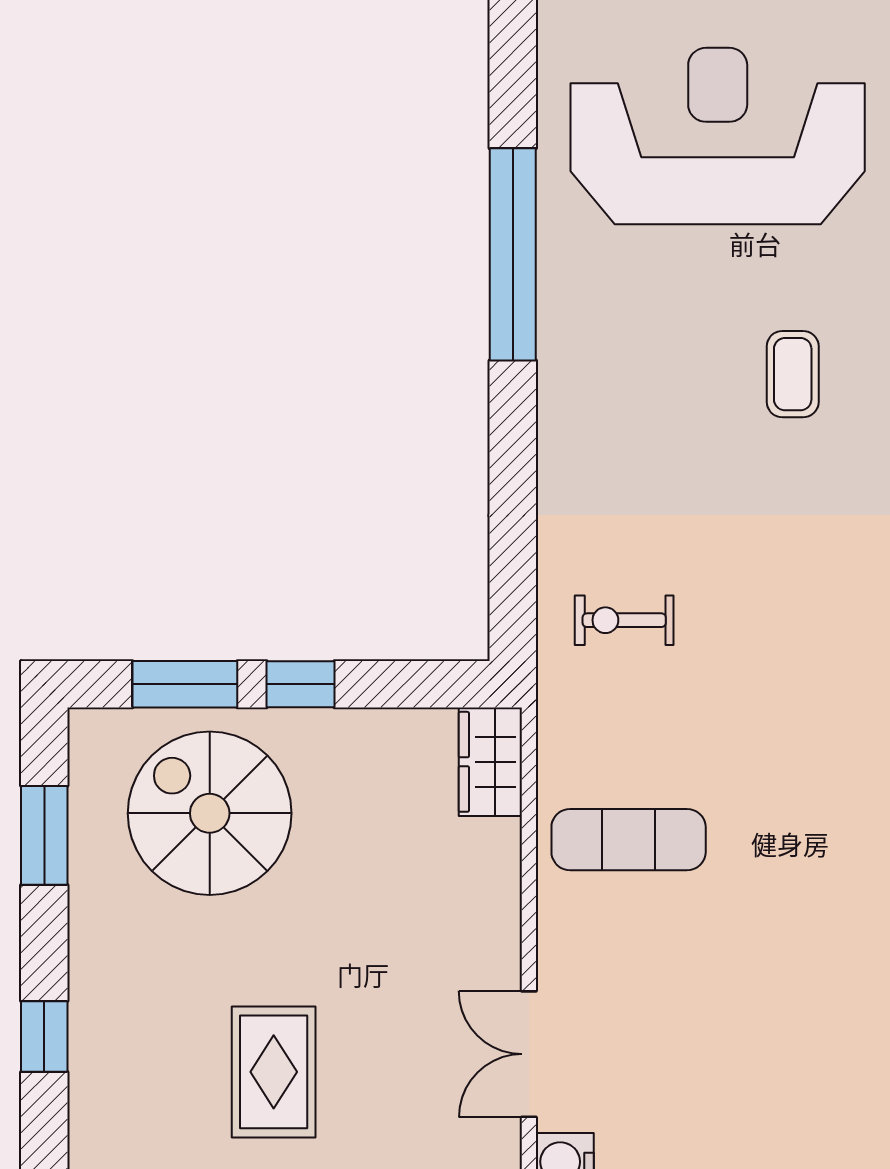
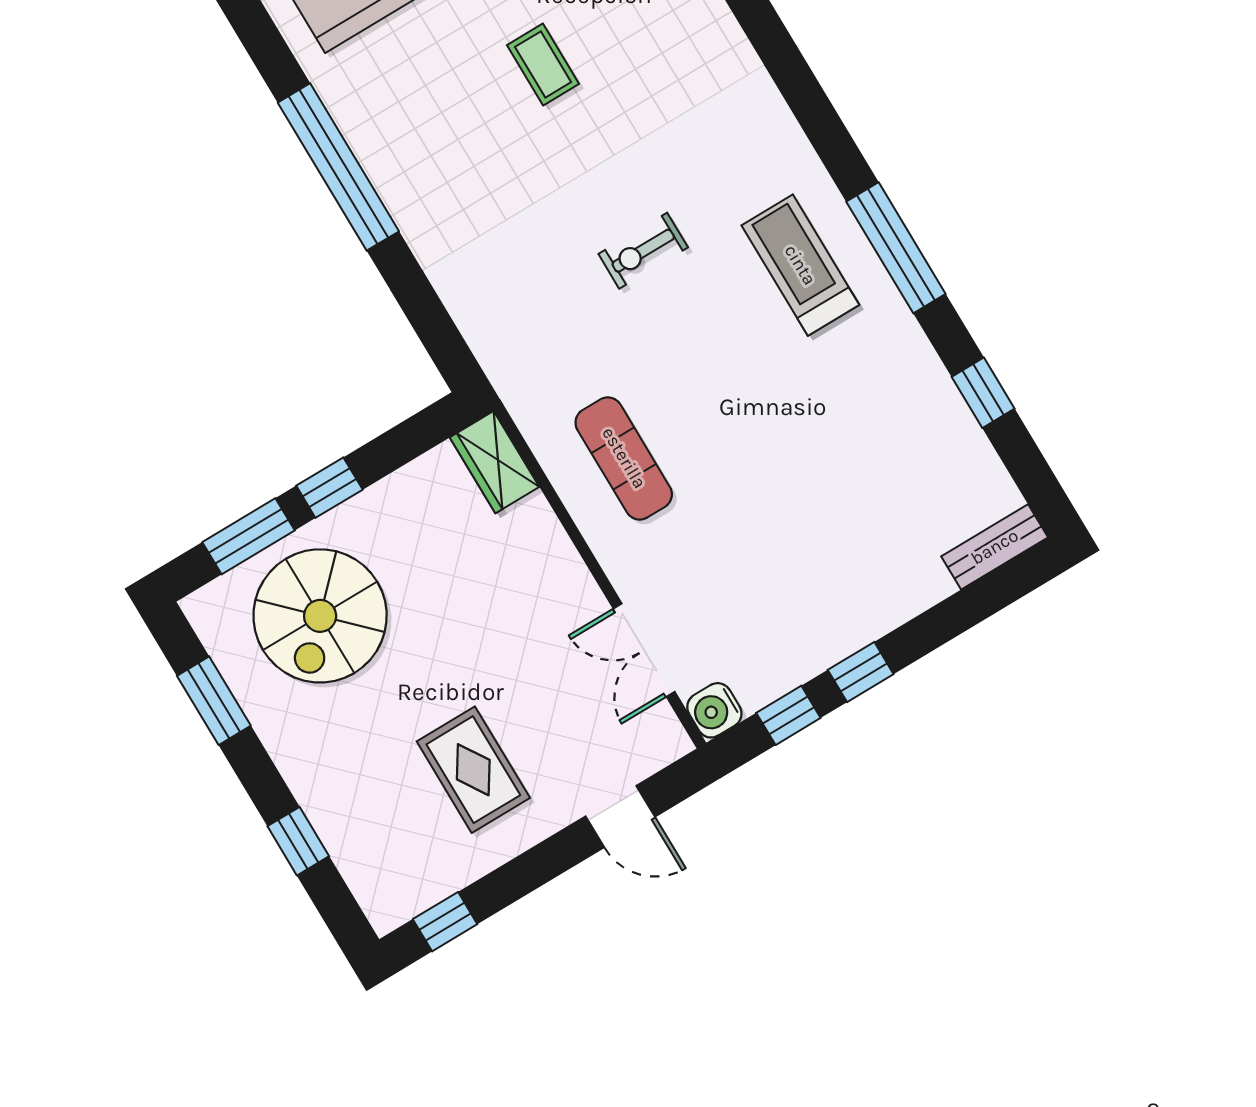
window: (513, 254) -> (338, 167), moved
exercise bike: (624, 620) -> (643, 251), moved
spiral stairs: (210, 813) -> (320, 616), turned -90
exercise mat: (629, 840) -> (624, 458), turned 90

